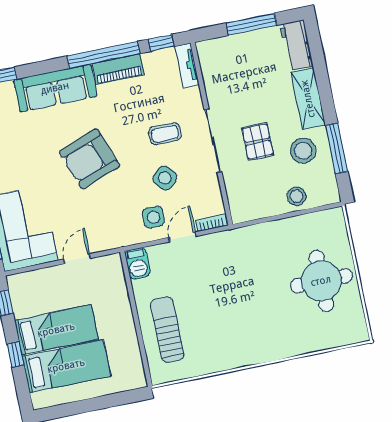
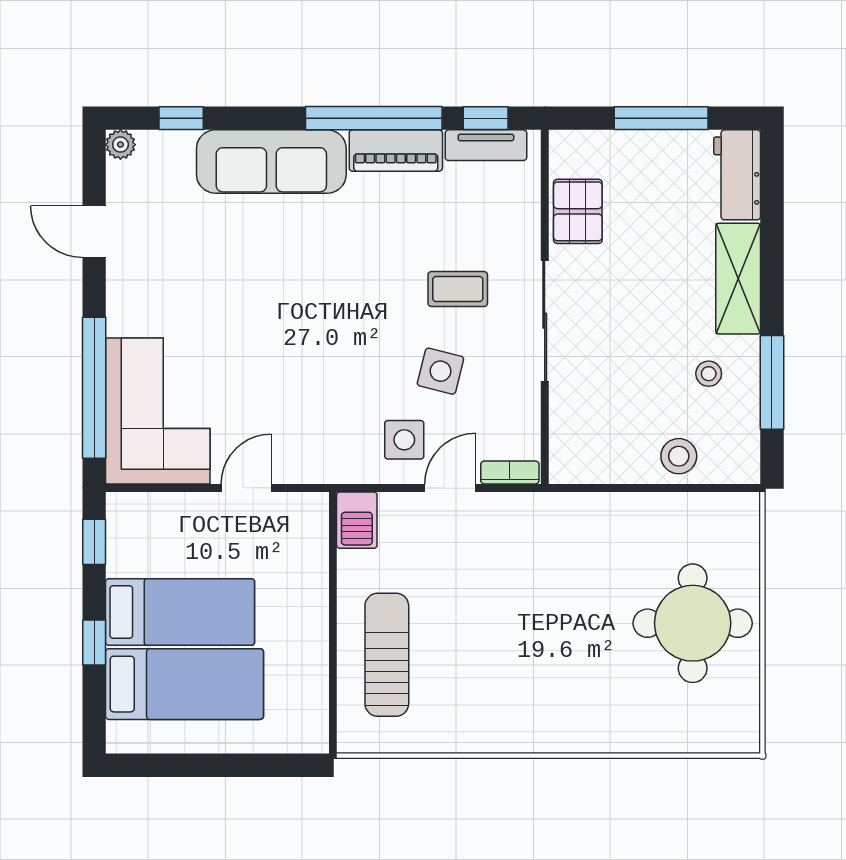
tv unit: (187, 66) -> (486, 145), moved, turned -90
pallet: (258, 142) -> (578, 211), moved
stool: (303, 151) -> (709, 374), width x0.53, depth x0.53
armchair: (89, 159) -> (308, 306), removed
side table: (165, 178) -> (440, 371), turned -35

